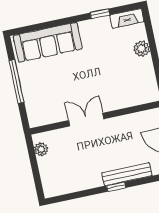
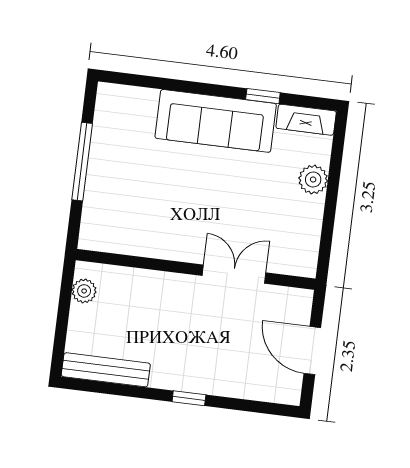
sofa: (48, 42) -> (216, 121), moved
double door: (86, 120) -> (234, 274), moved
bench: (127, 174) -> (106, 370), moved

